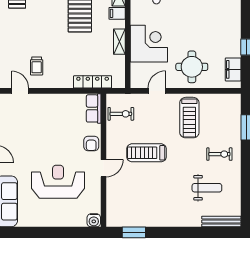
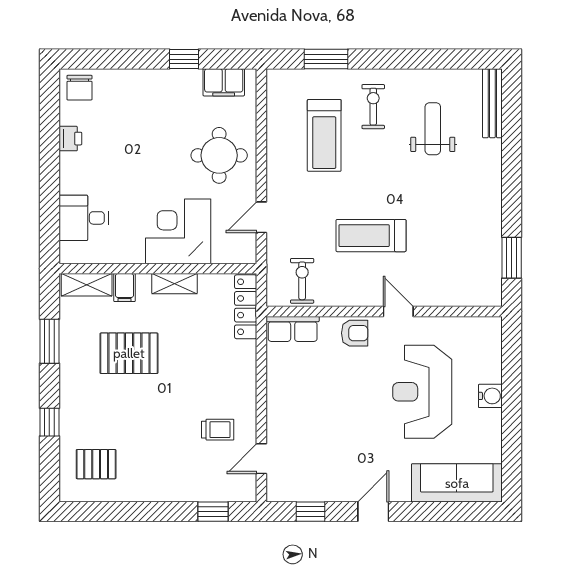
locker: (93, 82) -> (246, 307), moved
door: (157, 91) -> (261, 217), hinge flipped
treadmill: (189, 118) -> (324, 135), moved, turned 90
treadmill: (146, 153) -> (371, 236), turned 90
water cooler: (94, 220) -> (490, 396), moved

